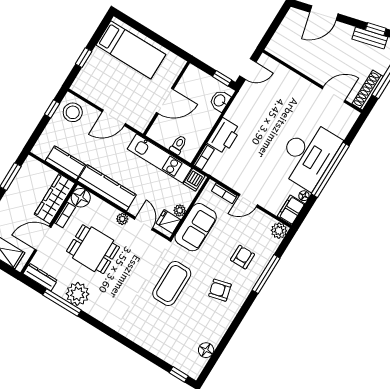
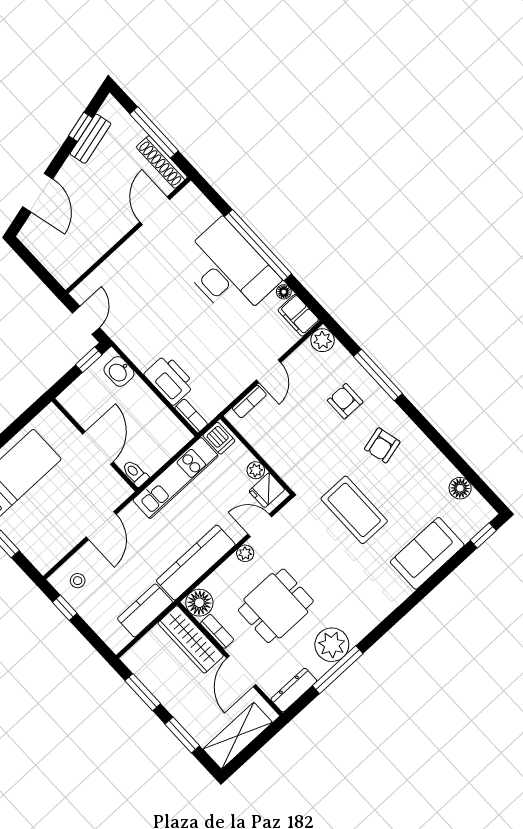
stool: (73, 112) -> (78, 581), width x0.53, depth x0.53
toilet: (178, 145) -> (135, 473), moved
sofa: (196, 227) -> (427, 553), moved, turned -90

